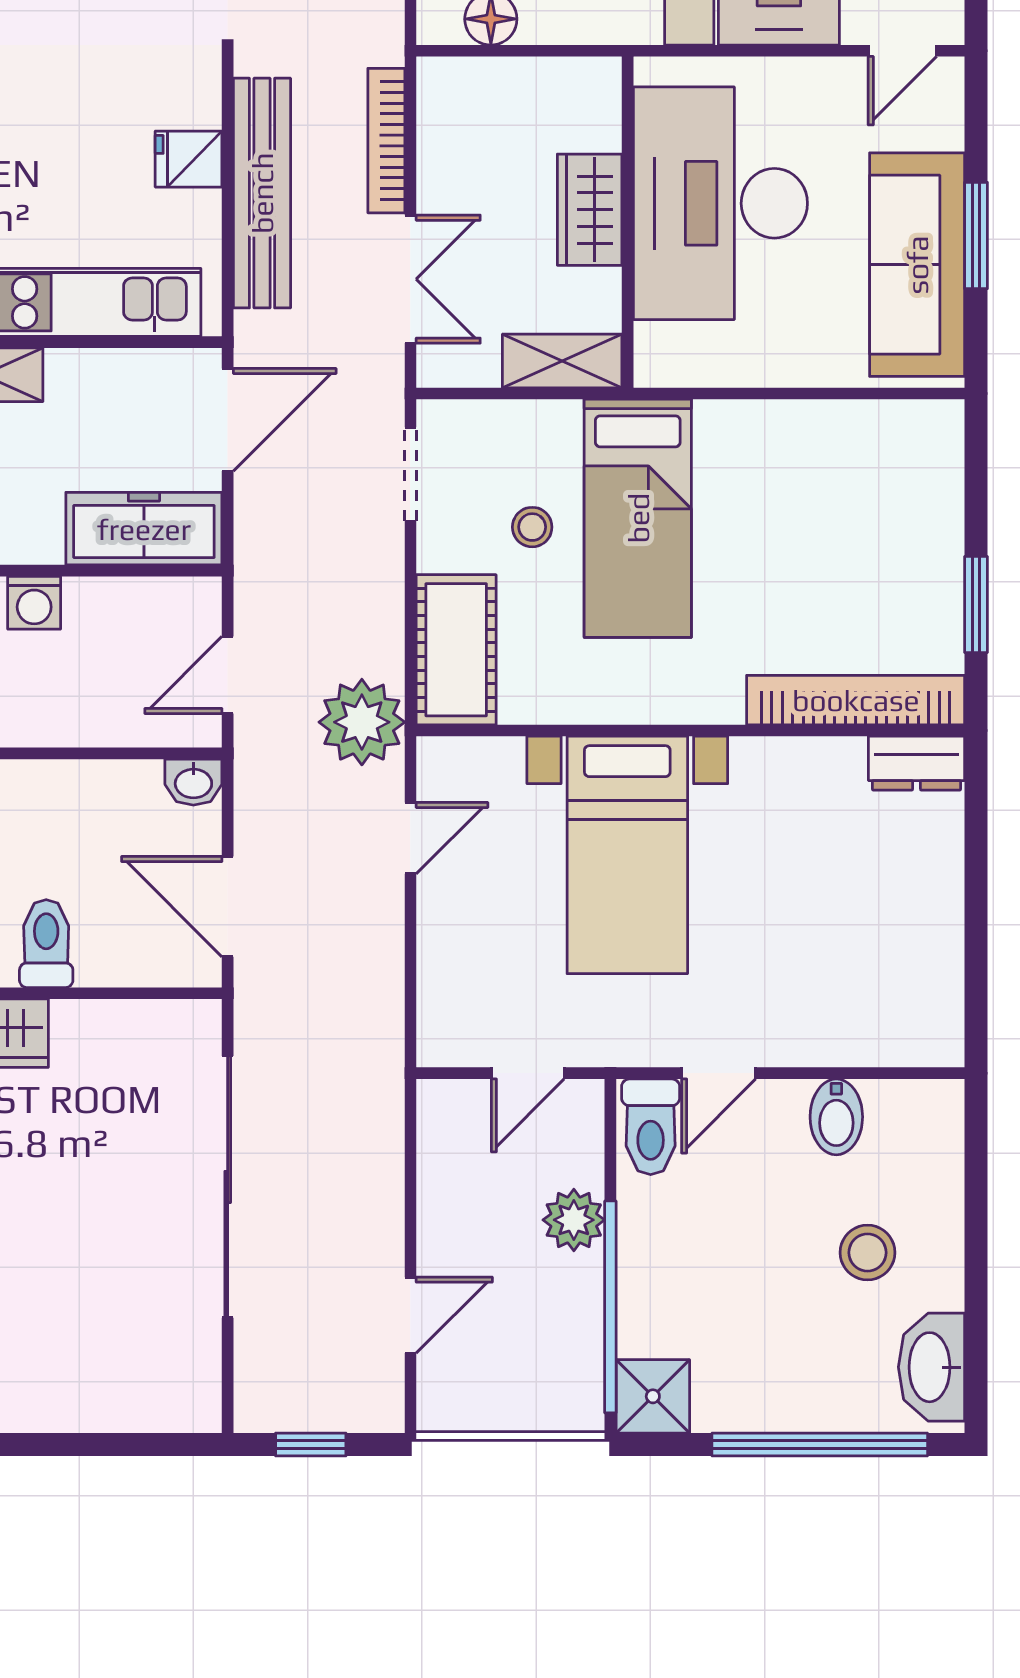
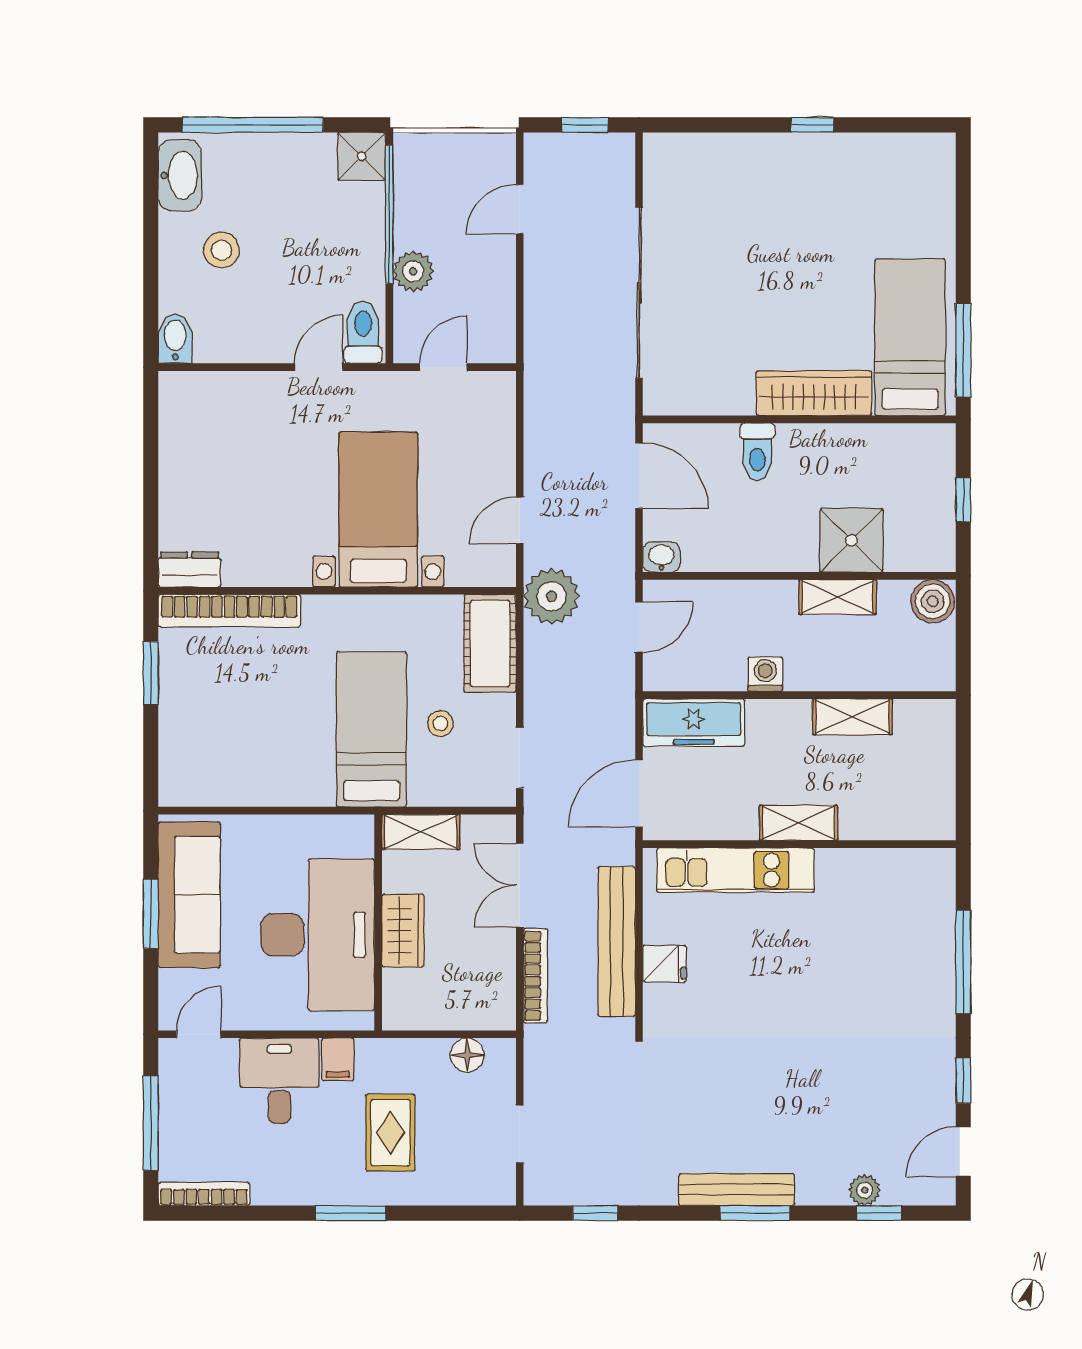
bidet: (836, 1117) -> (175, 339), moved

